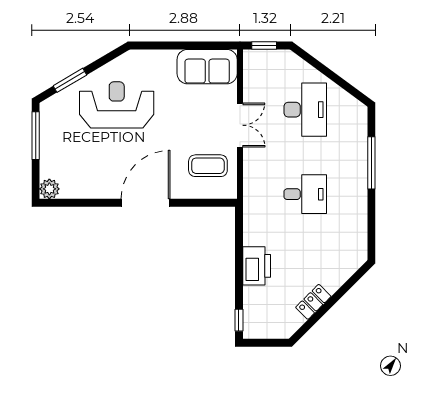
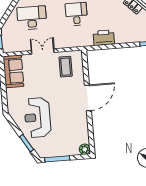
door: (146, 203) -> (88, 98), swing flipped
printer: (257, 266) -> (104, 38), moved

